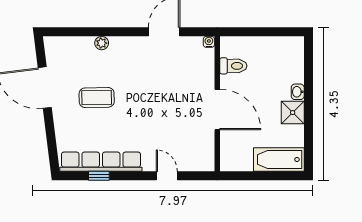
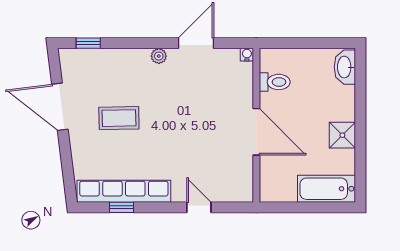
window: (70, 32) -> (88, 43), added
plant: (102, 43) -> (159, 56), moved
washbasin: (298, 92) -> (345, 67), moved, width x1.91, depth x1.45

